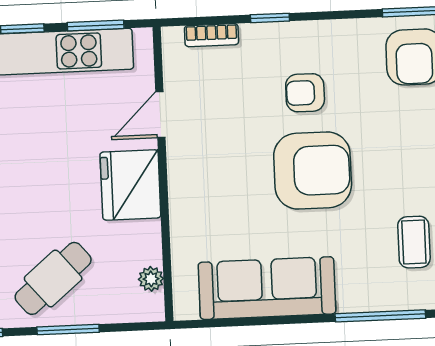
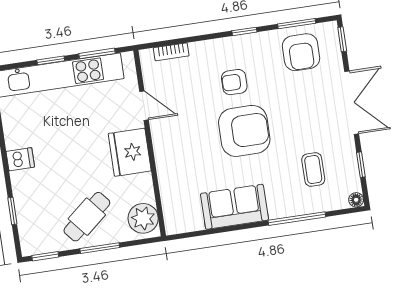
window: (270, 18) -> (244, 31), moved
door: (160, 115) -> (144, 106), swing flipped
plant: (151, 279) -> (143, 218), width x1.88, depth x1.88
sofa: (267, 288) -> (234, 207), width x0.73

